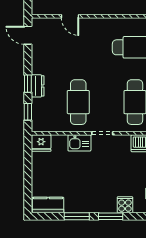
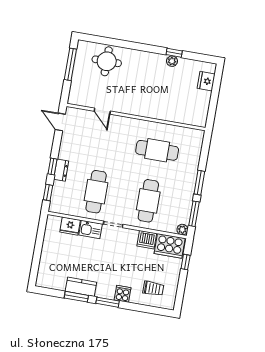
fridge: (41, 143) -> (70, 226), moved
kitchen counter: (48, 205) -> (81, 287), moved

